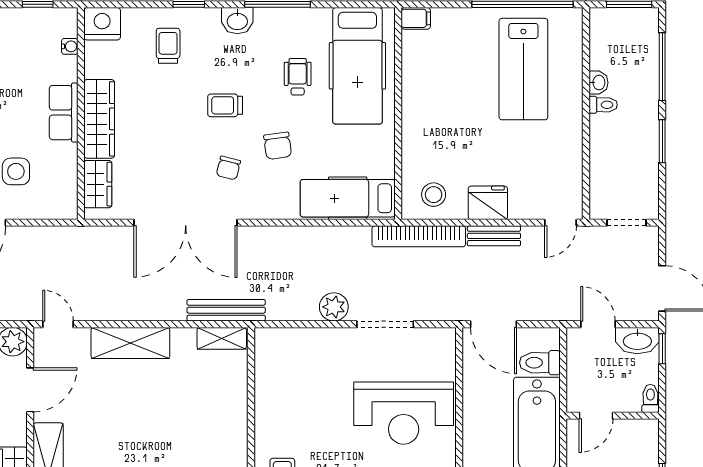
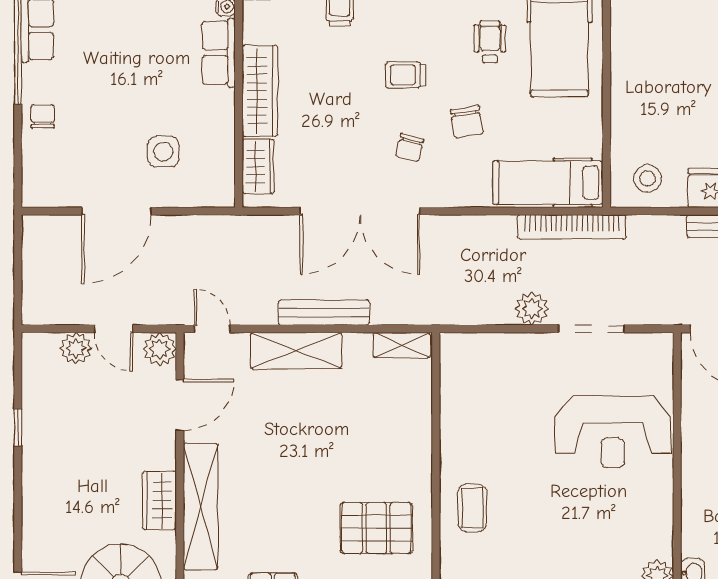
row of seats: (64, 113) -> (219, 53), moved
bookcase: (419, 236) -> (572, 227), moved
bench: (226, 310) -> (324, 313), moved

